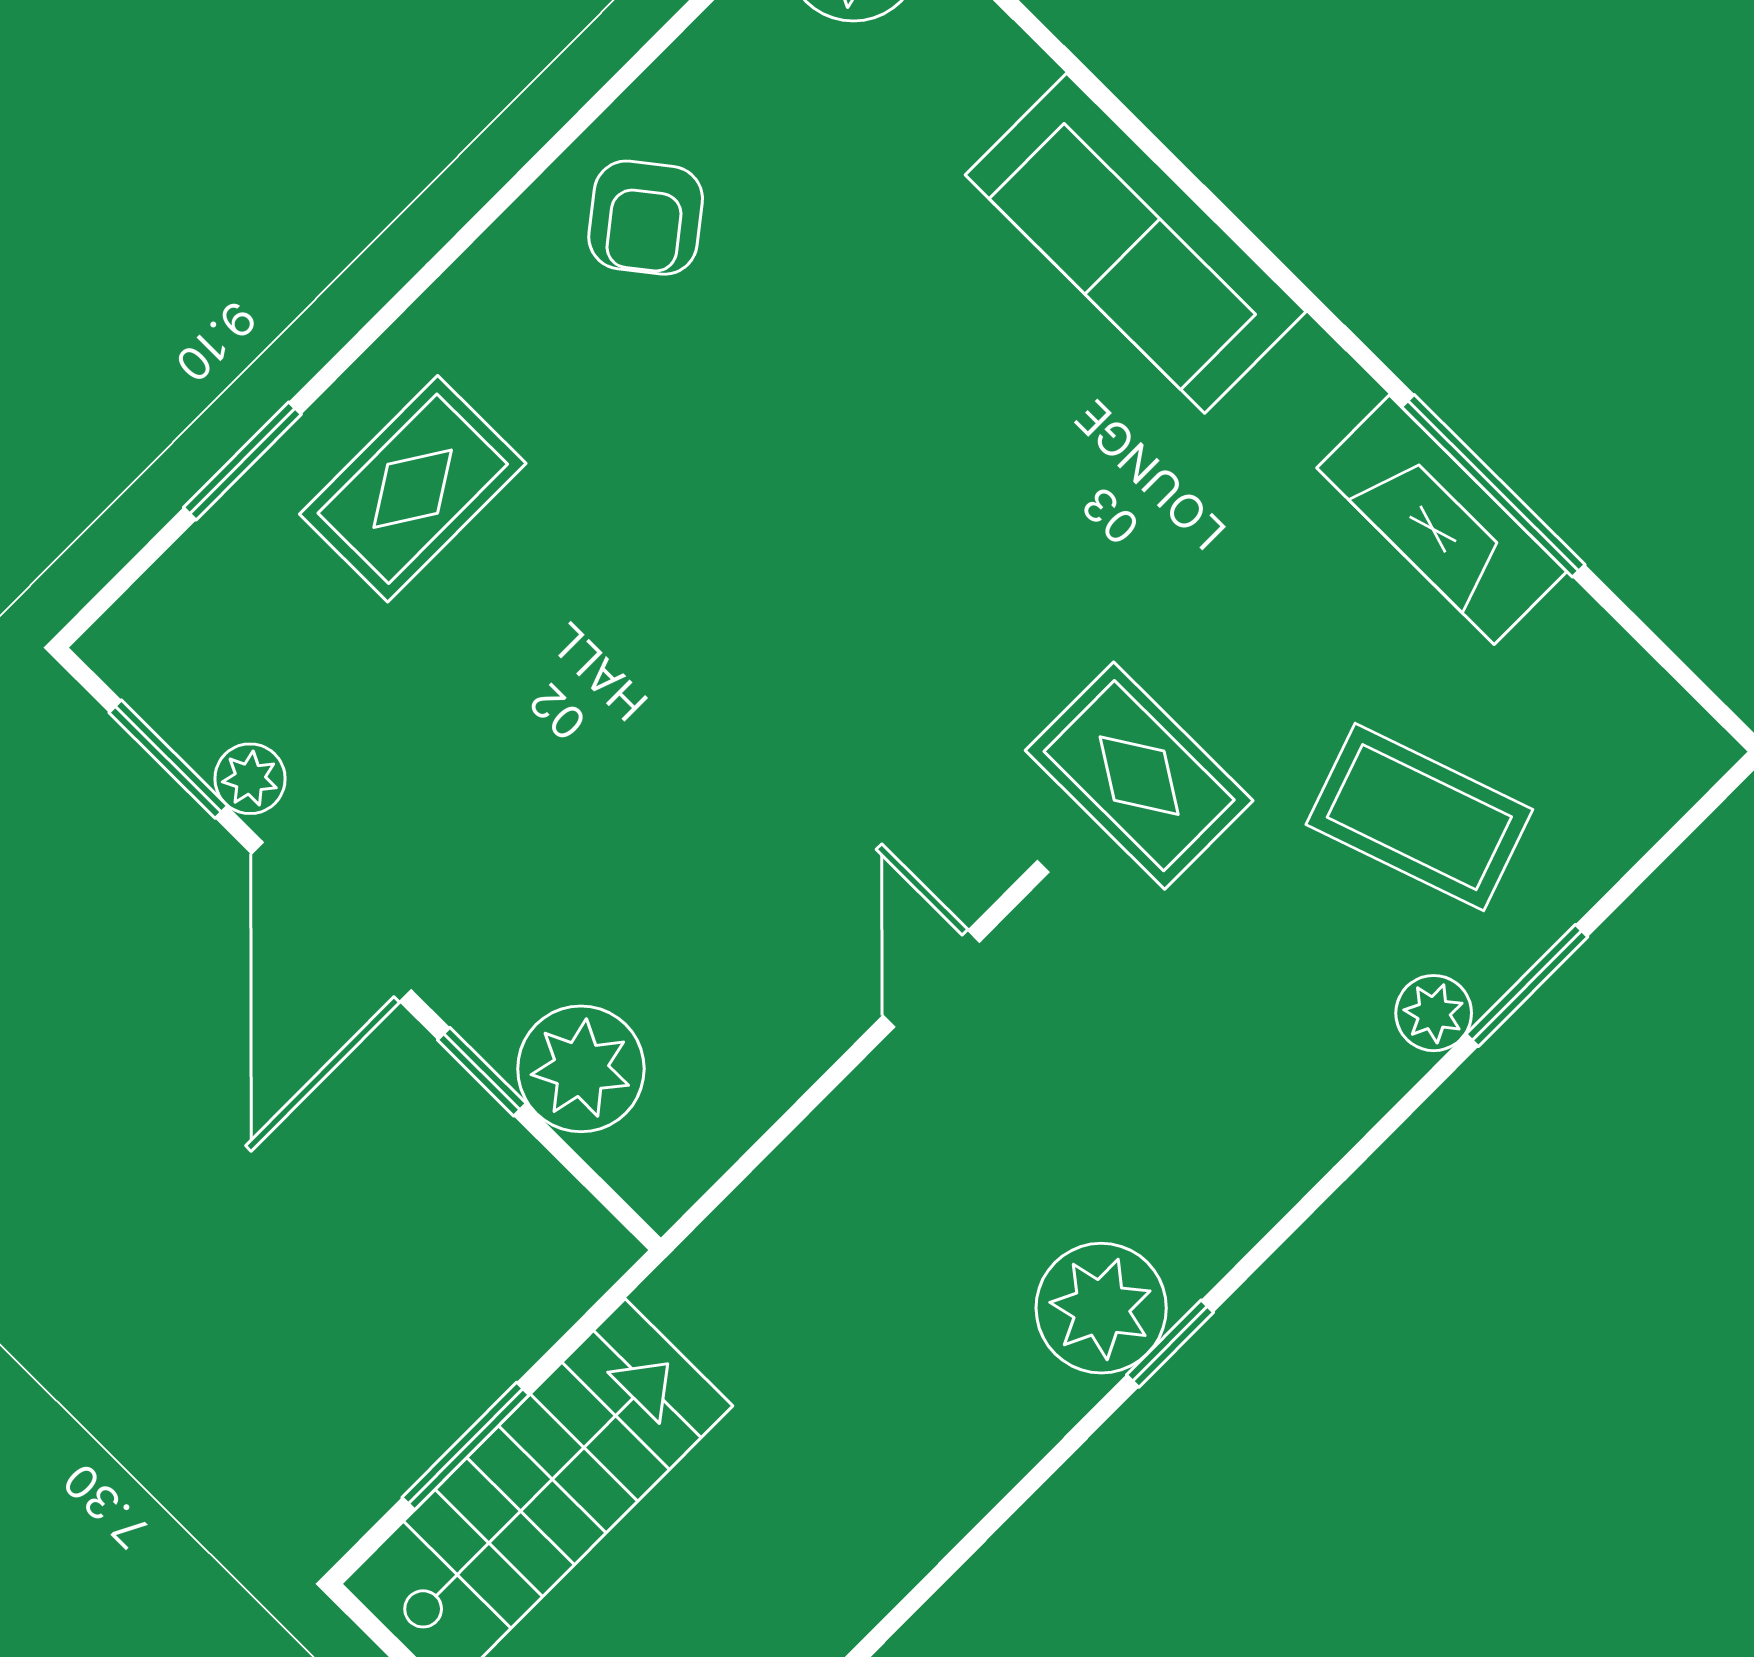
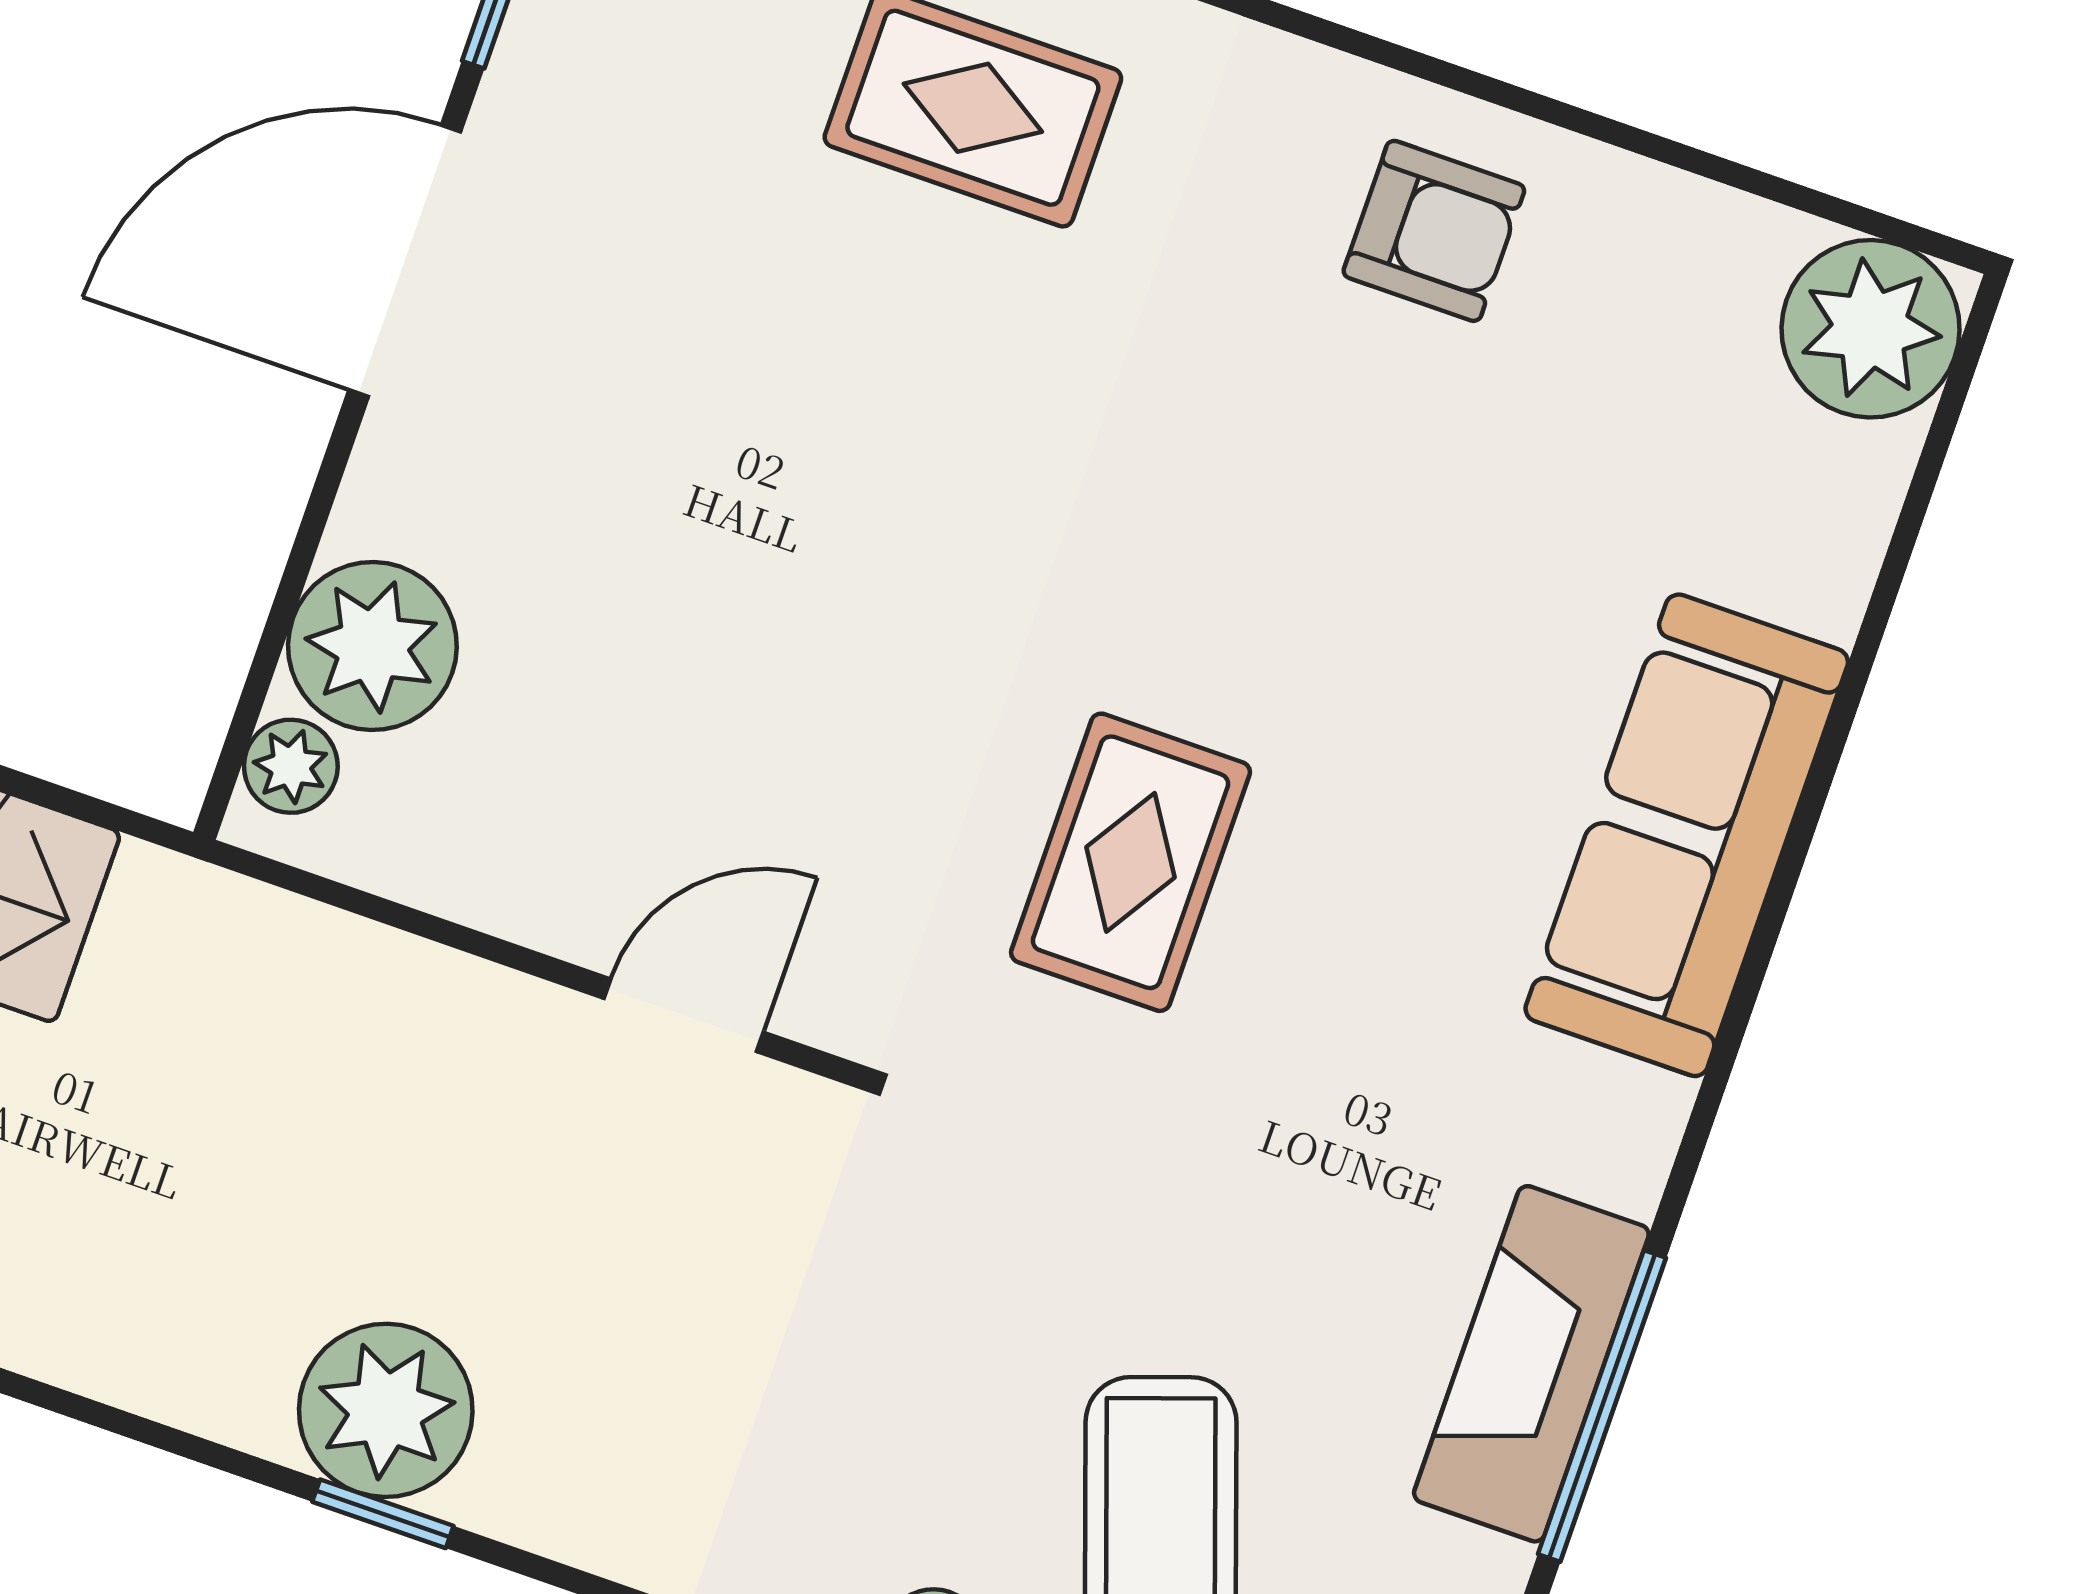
armchair: (646, 218) -> (1434, 231), turned -142
rug: (1139, 776) -> (1130, 862), moved
plant: (250, 779) -> (291, 766), moved
window: (482, 1072) -> (312, 528), removed

